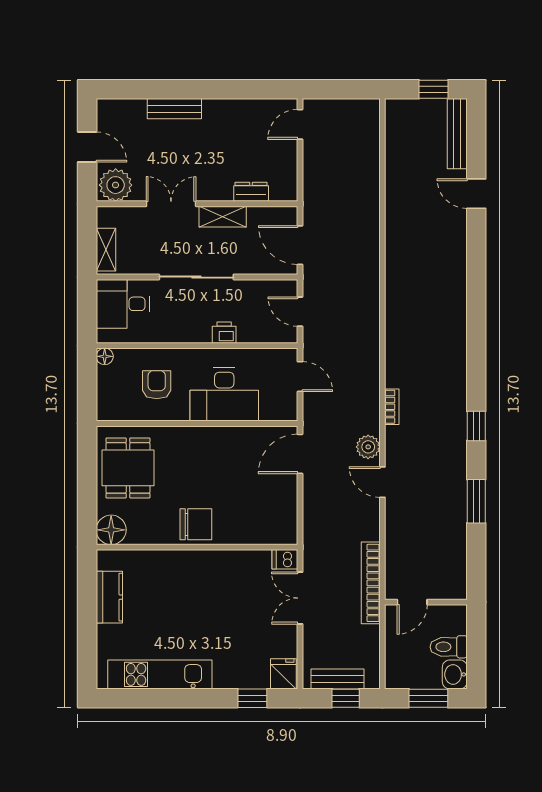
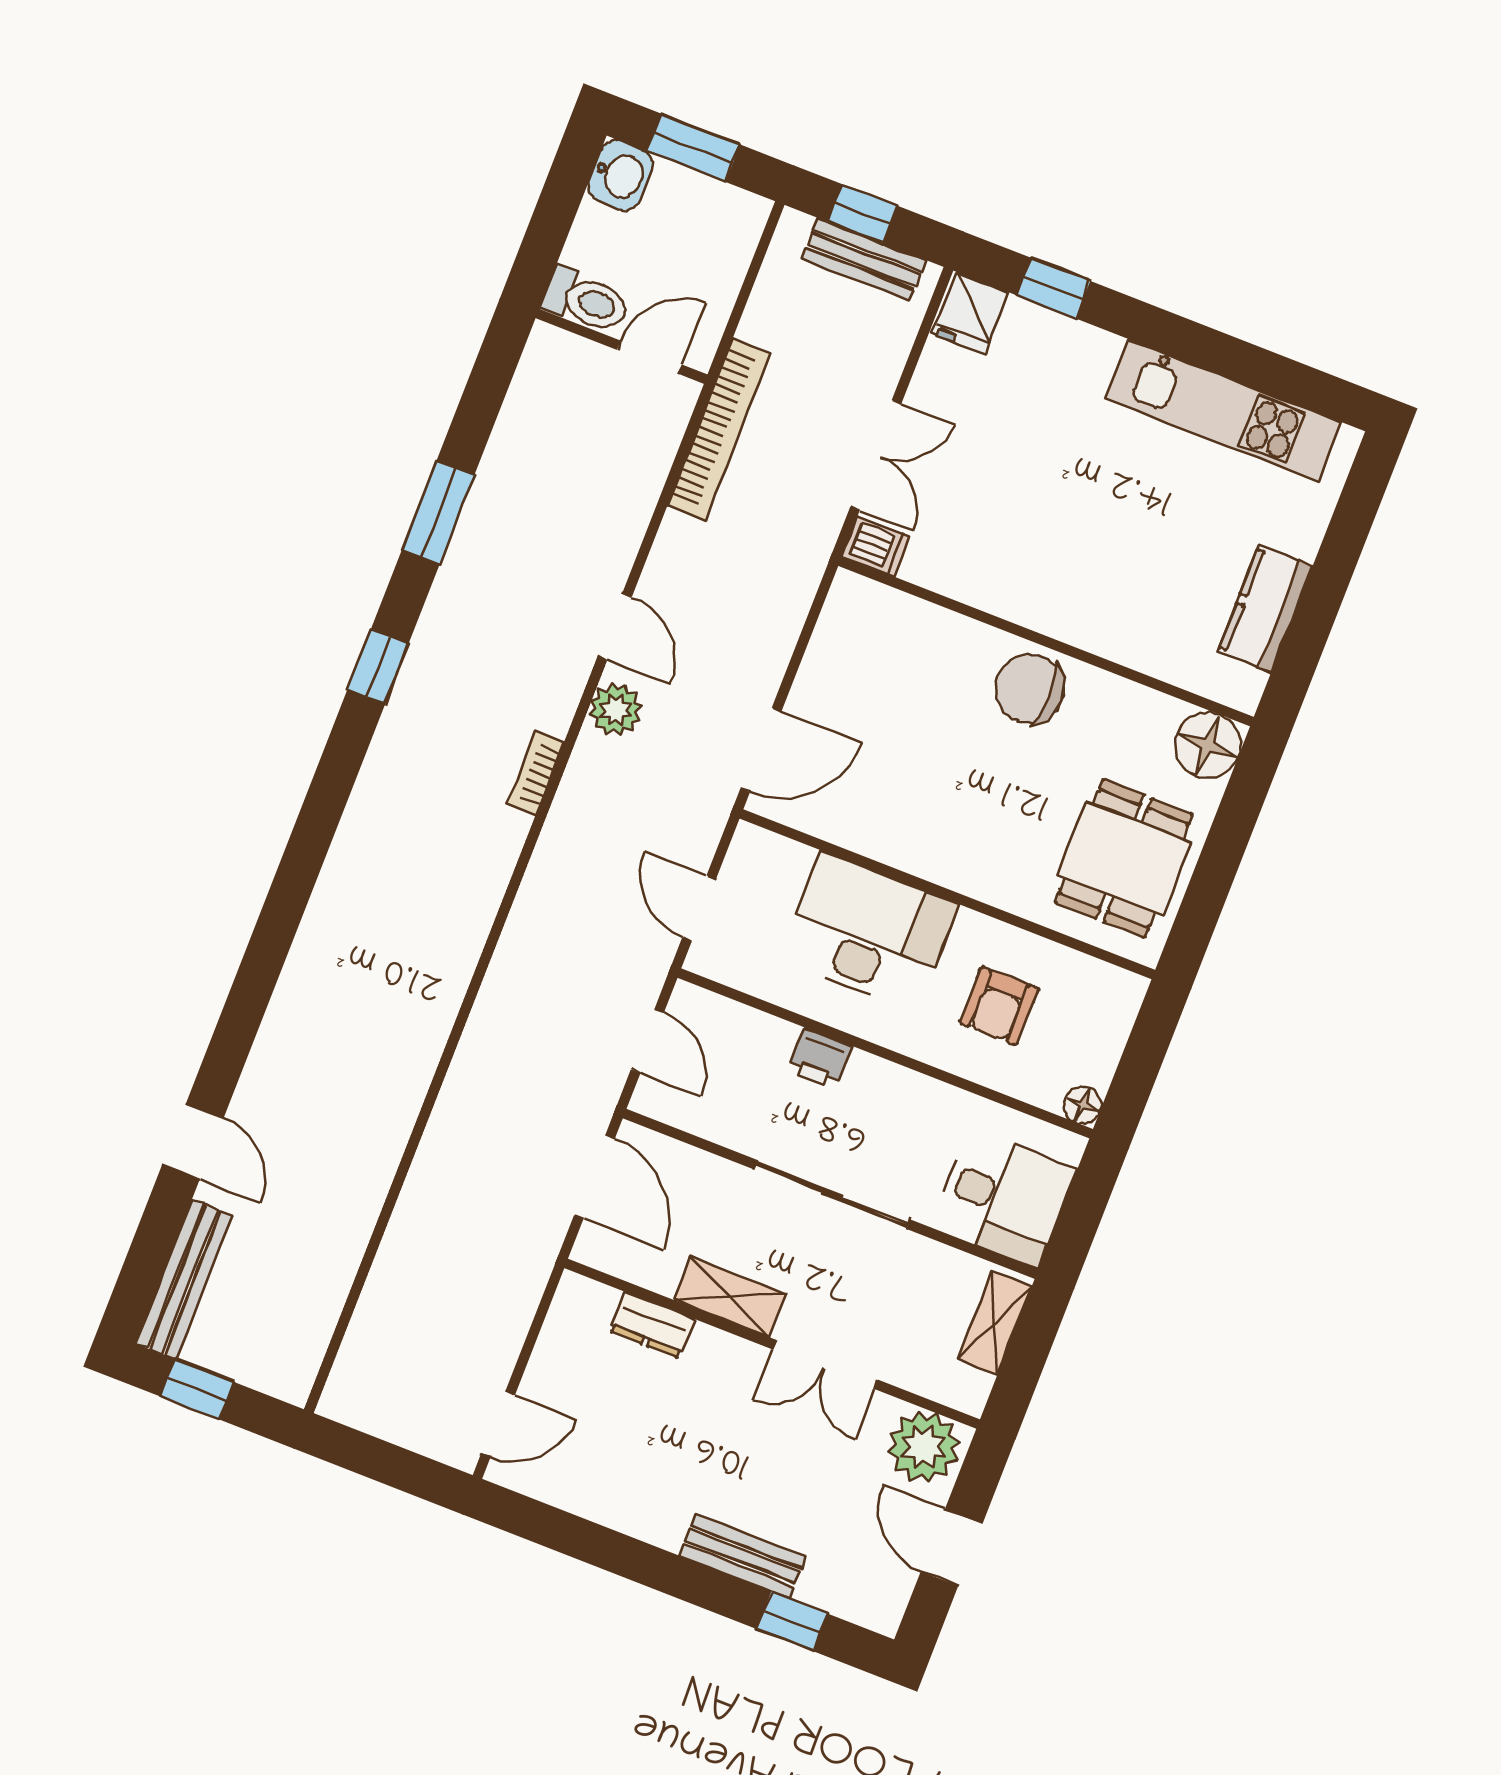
window: (143, 89) -> (792, 1621), added
toilet: (449, 647) -> (586, 301), moved

